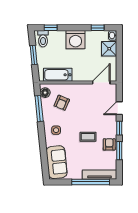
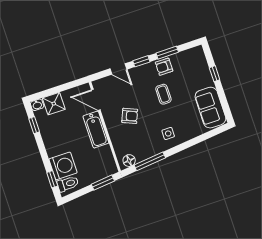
washing machine: (75, 40) -> (63, 166), moved
window: (34, 55) -> (103, 183), moved
bathtub: (58, 75) -> (96, 130), moved
armchair: (62, 103) -> (130, 116), moved
sofa: (57, 162) -> (210, 108), moved, turned -84
tv unit: (99, 175) -> (203, 66), removed
window: (91, 182) -> (215, 74), width x0.32

